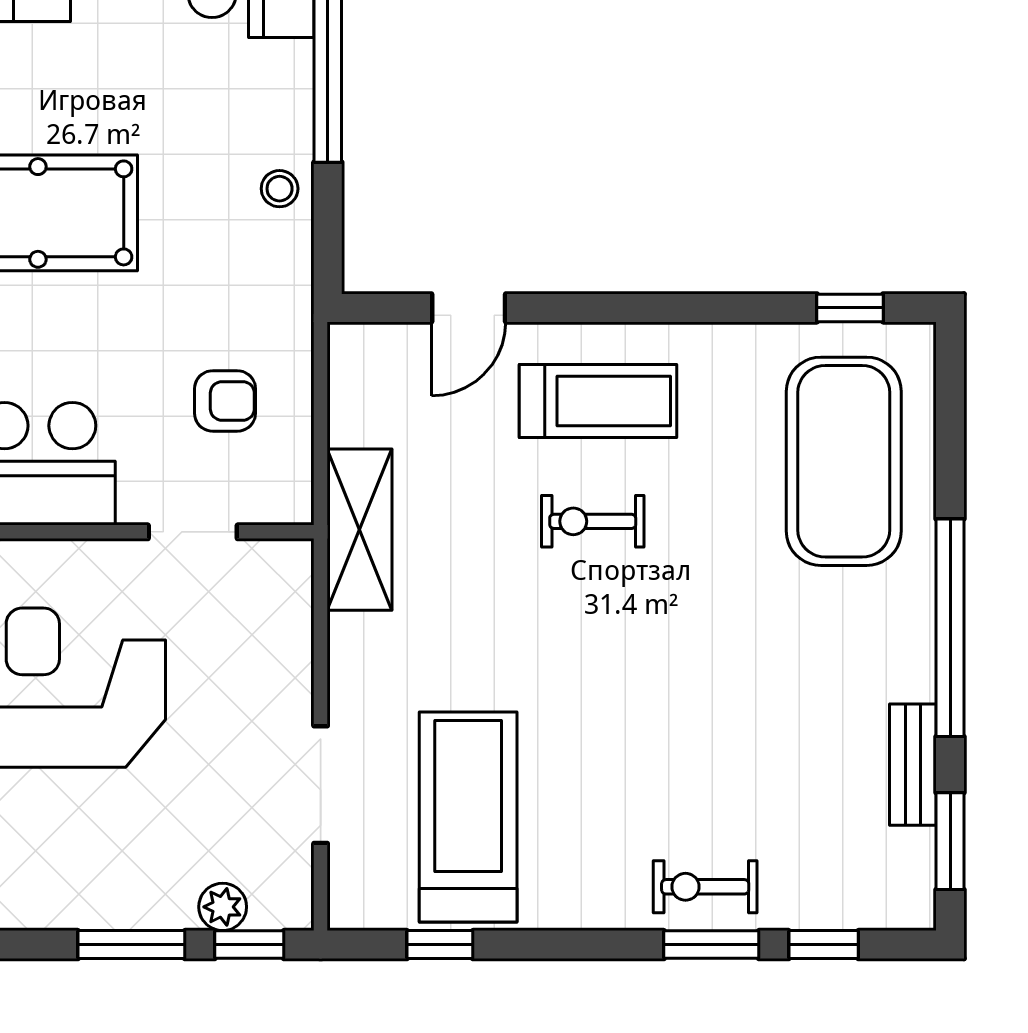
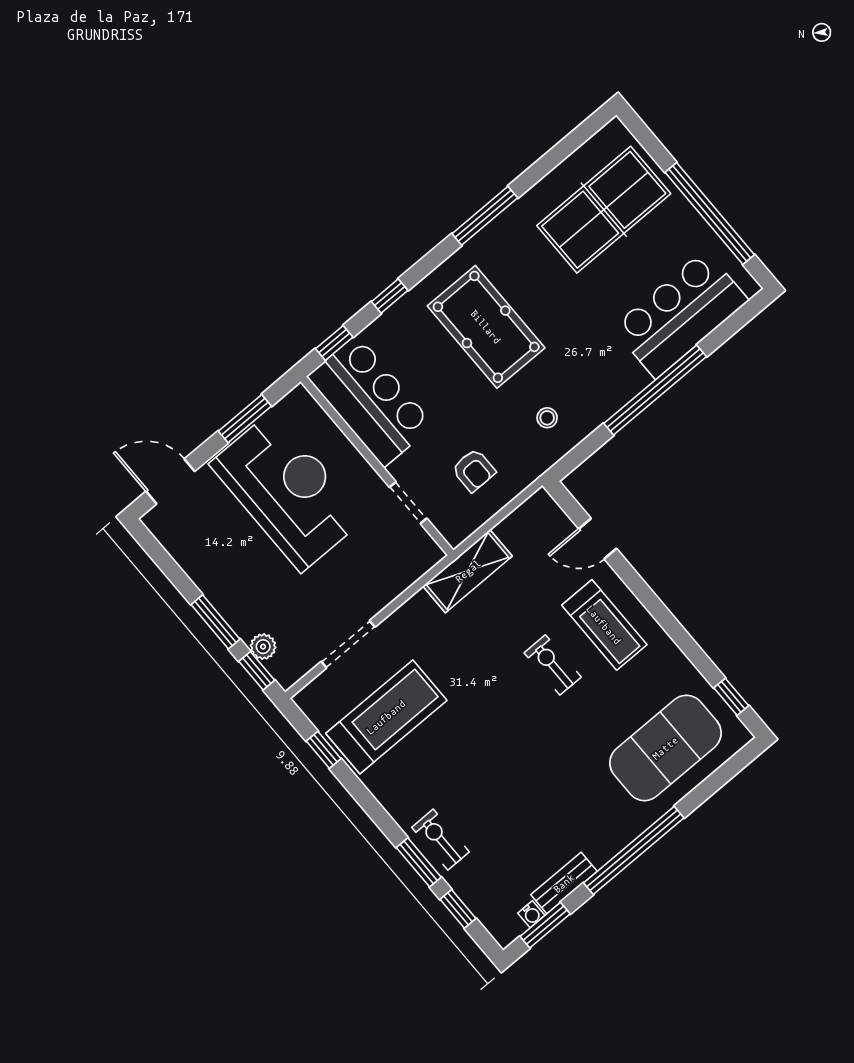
stool: (280, 189) -> (547, 418), moved
water cooler: (918, 848) -> (531, 914), added

